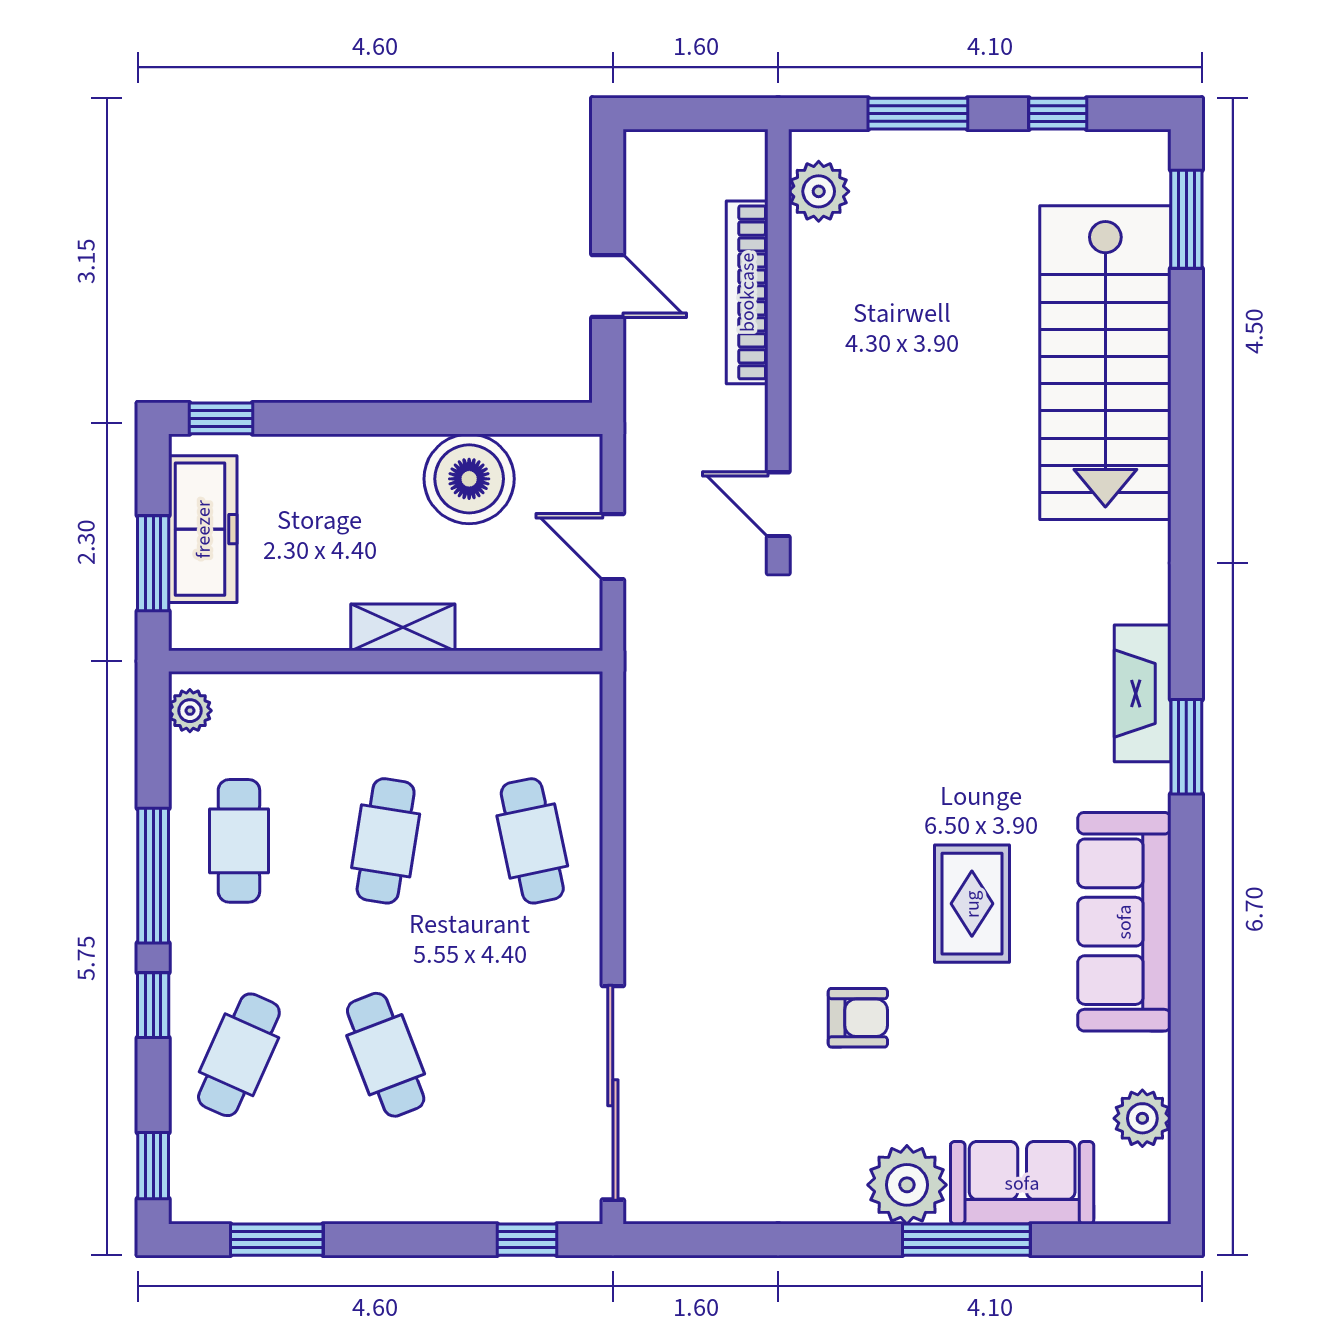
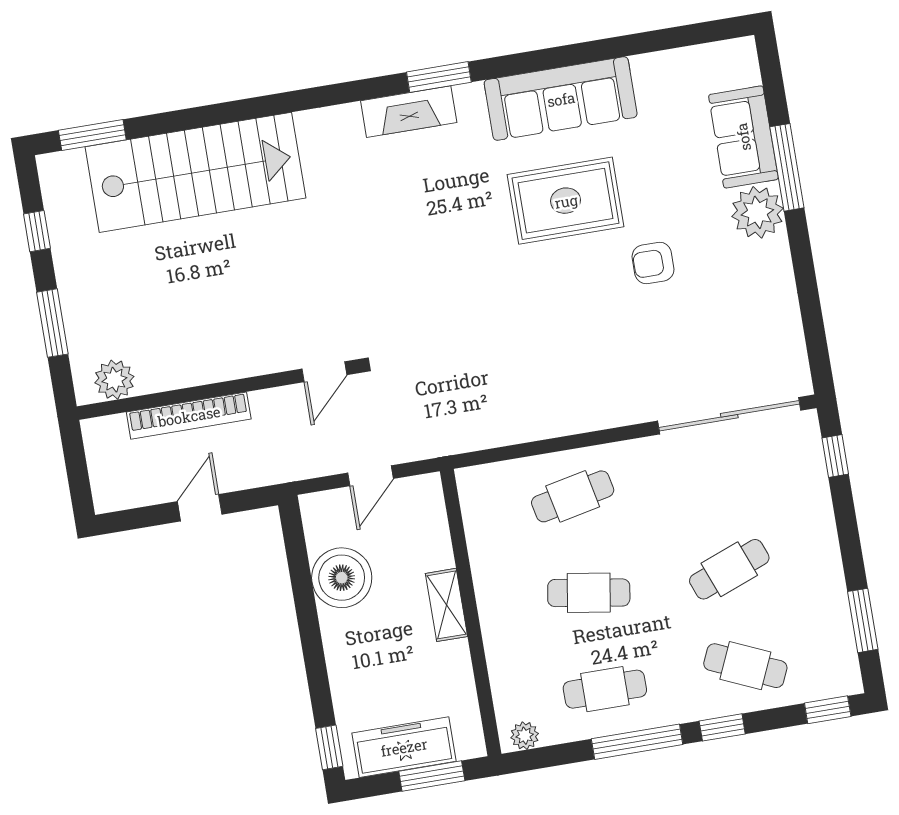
rug: (972, 904) -> (566, 201), width x1.36, depth x1.43
armchair: (858, 1018) -> (653, 263), turned -90
plant: (1142, 1118) -> (688, 65), removed

